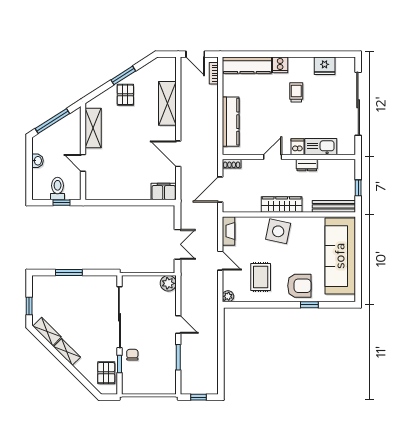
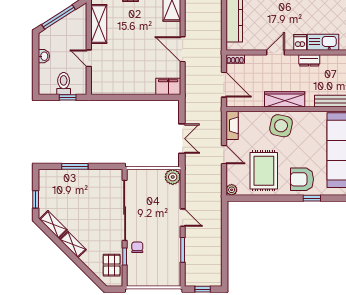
door: (220, 189) -> (224, 85), swing flipped
rug: (261, 277) -> (264, 171), width x1.36, depth x1.43
armchair: (299, 286) -> (302, 179), turned 180

